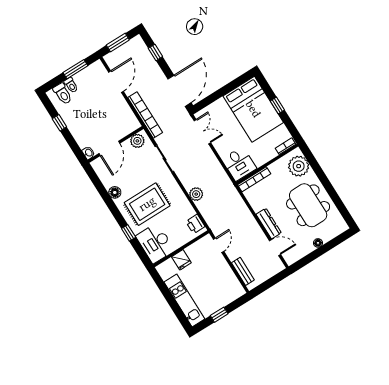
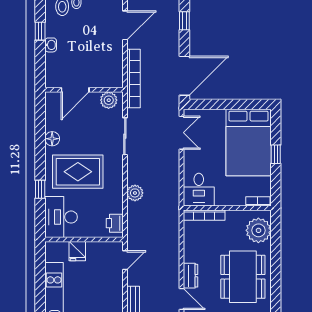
washbasin: (88, 153) -> (51, 45), moved
dresser: (269, 224) -> (191, 276), width x0.70

